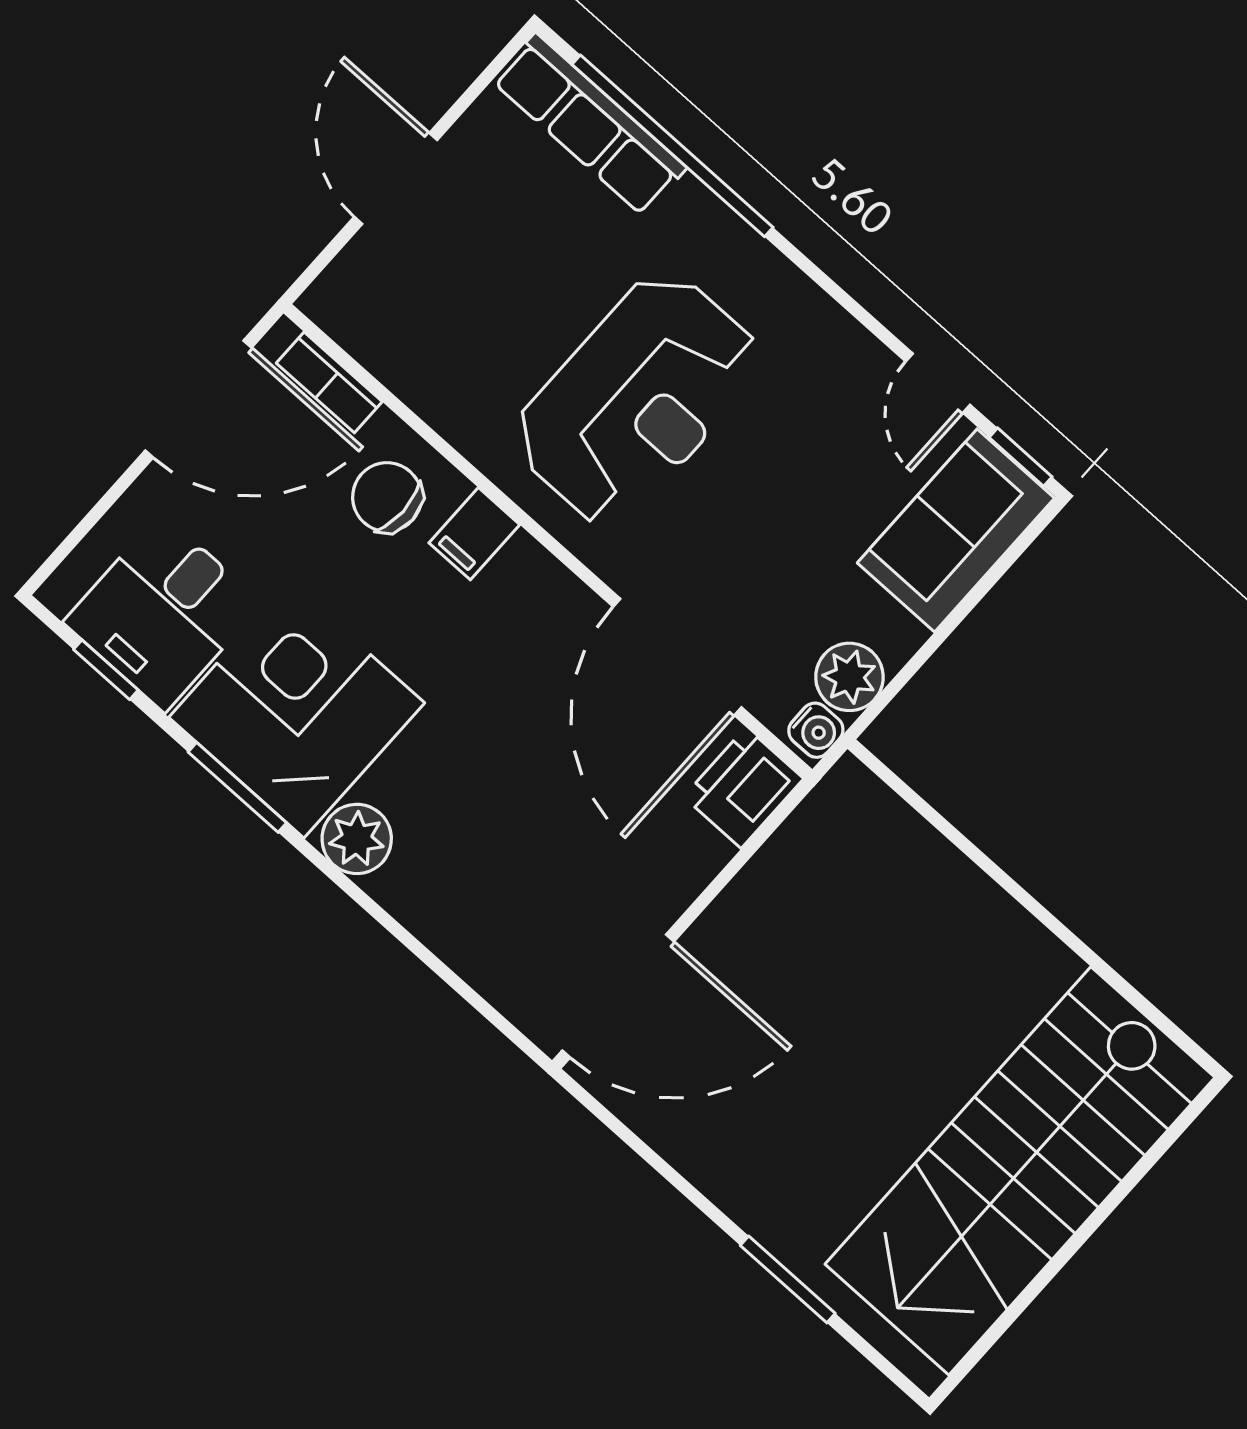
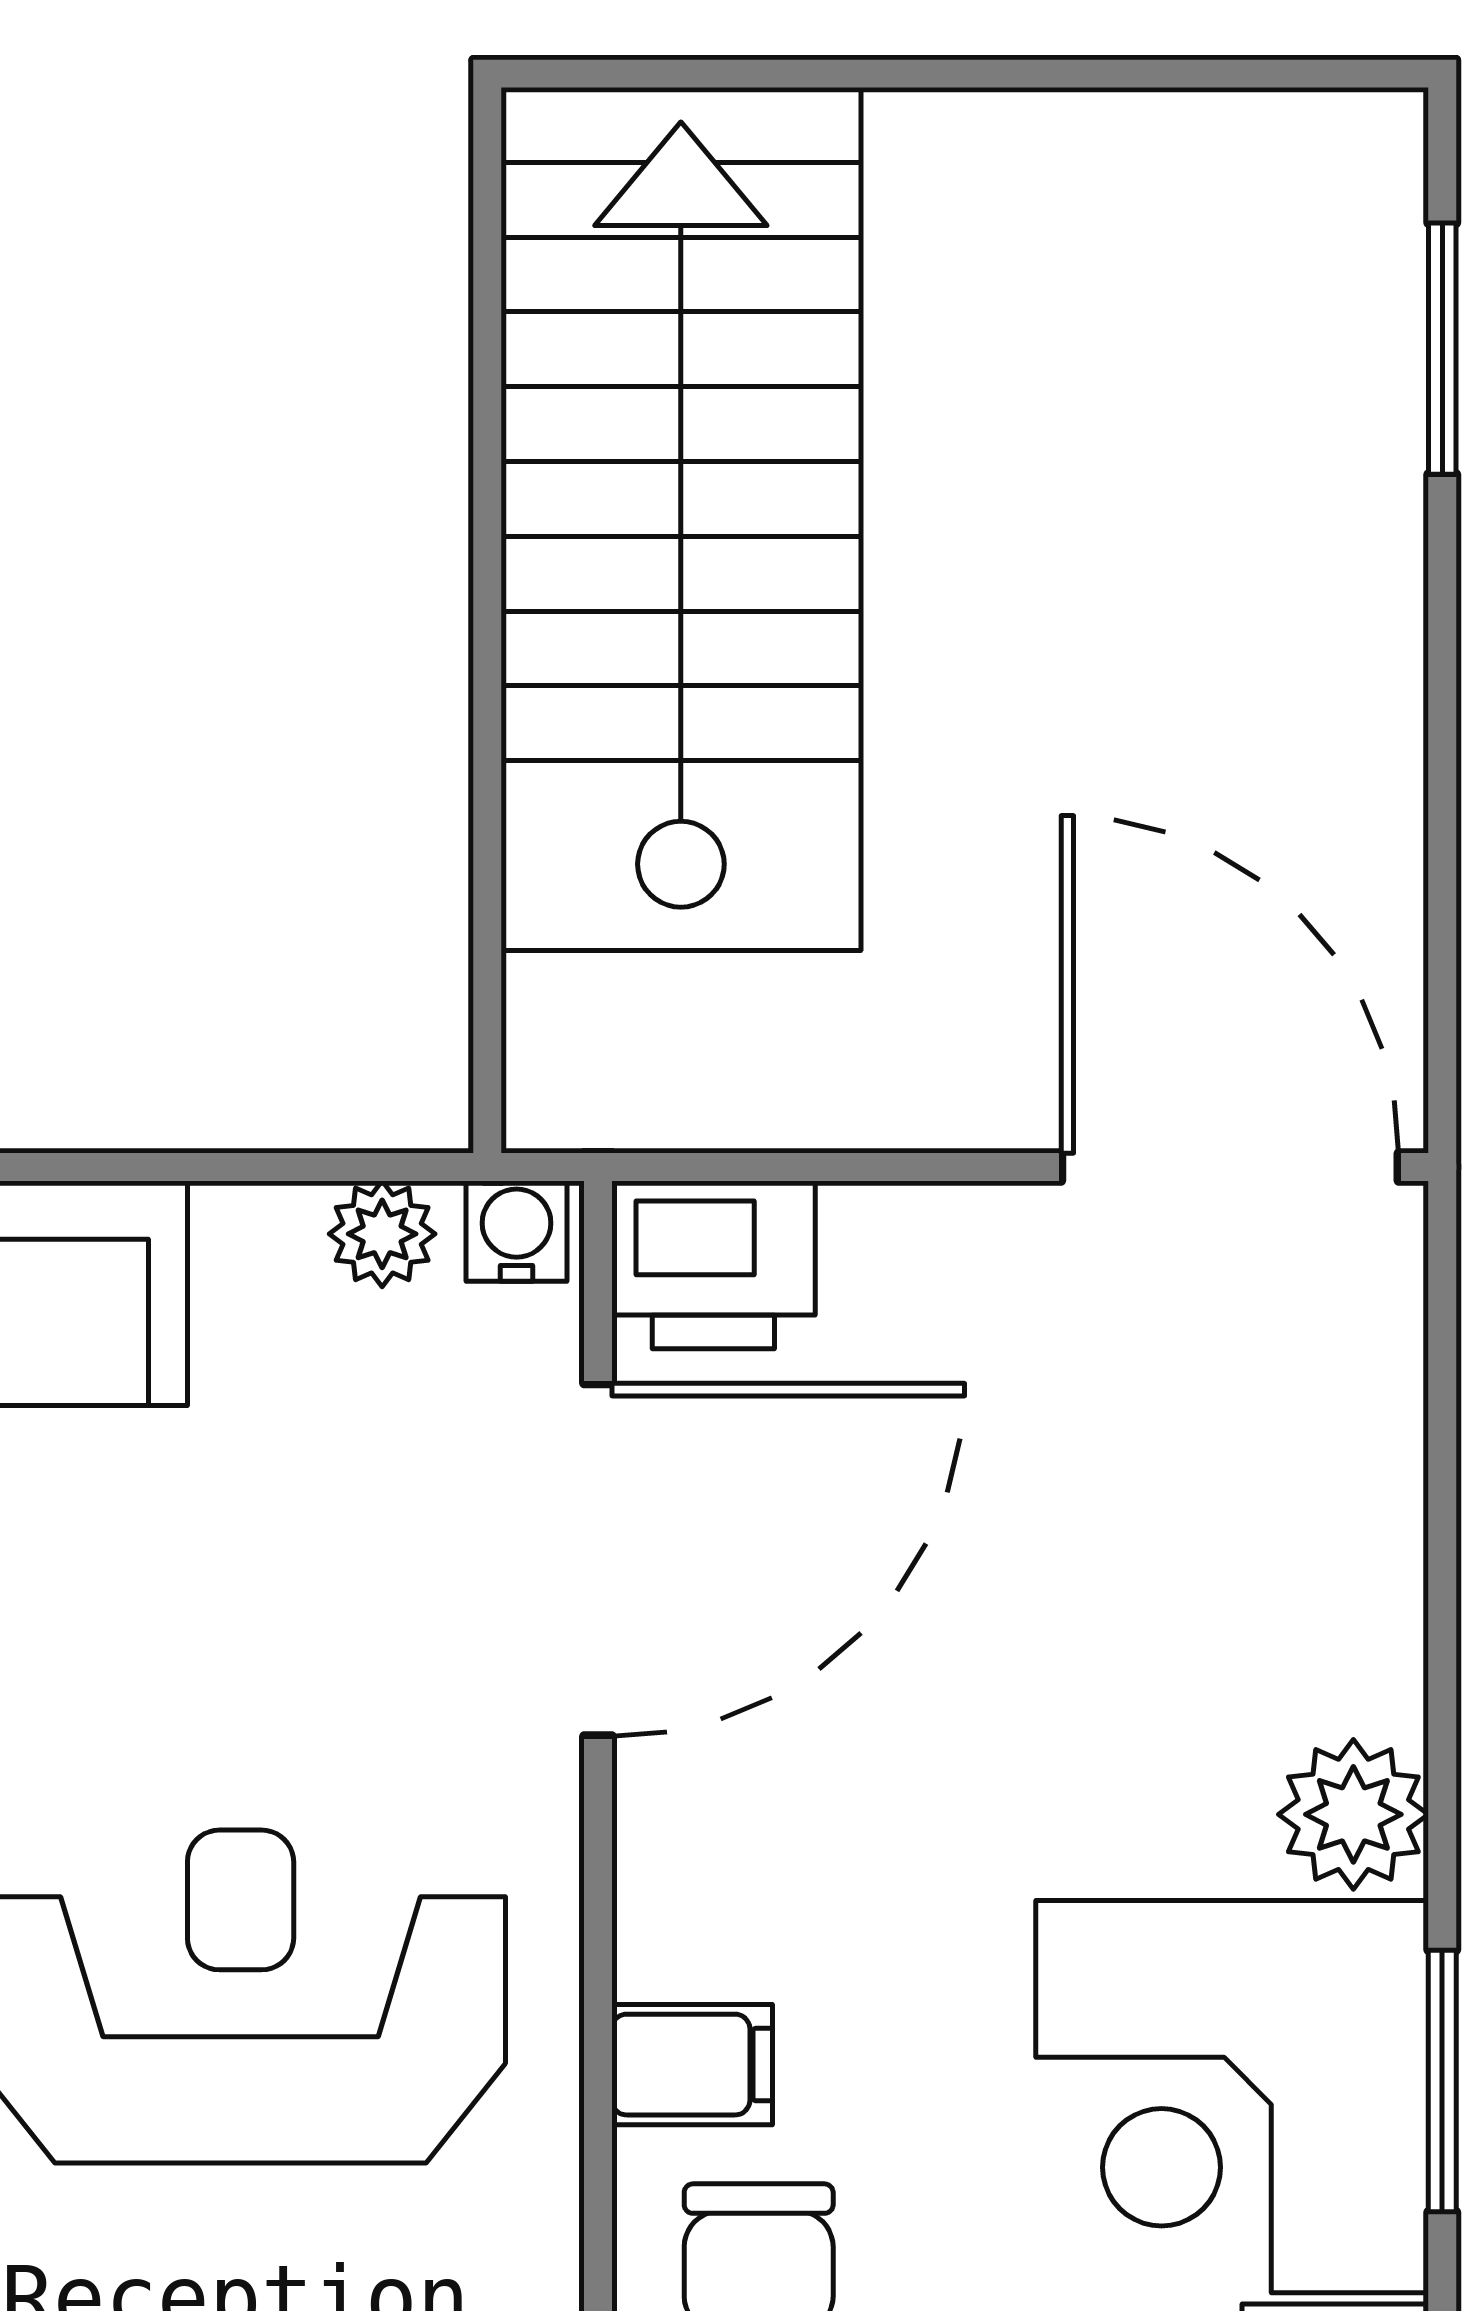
plant: (849, 677) -> (382, 1234), width x0.73, depth x0.73
stairs: (1020, 1171) -> (681, 519), moved, turned -90
window: (788, 1279) -> (1442, 349), moved

